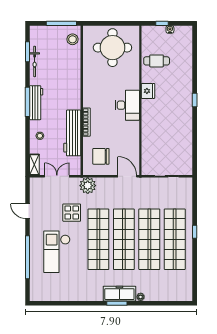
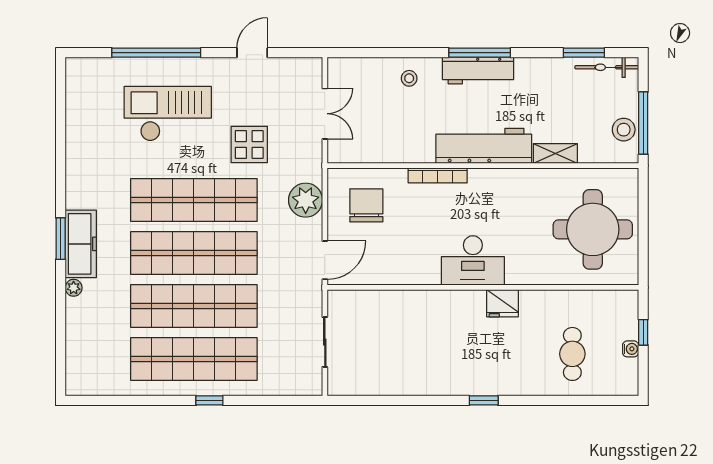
stool: (73, 39) -> (624, 130), moved
bicycle: (35, 61) -> (607, 67), moved
cafe table: (157, 61) -> (572, 354), moved
workbench: (72, 133) -> (484, 146), moved
shelving: (34, 165) -> (555, 153), moved
plant: (88, 186) -> (306, 200), moved

